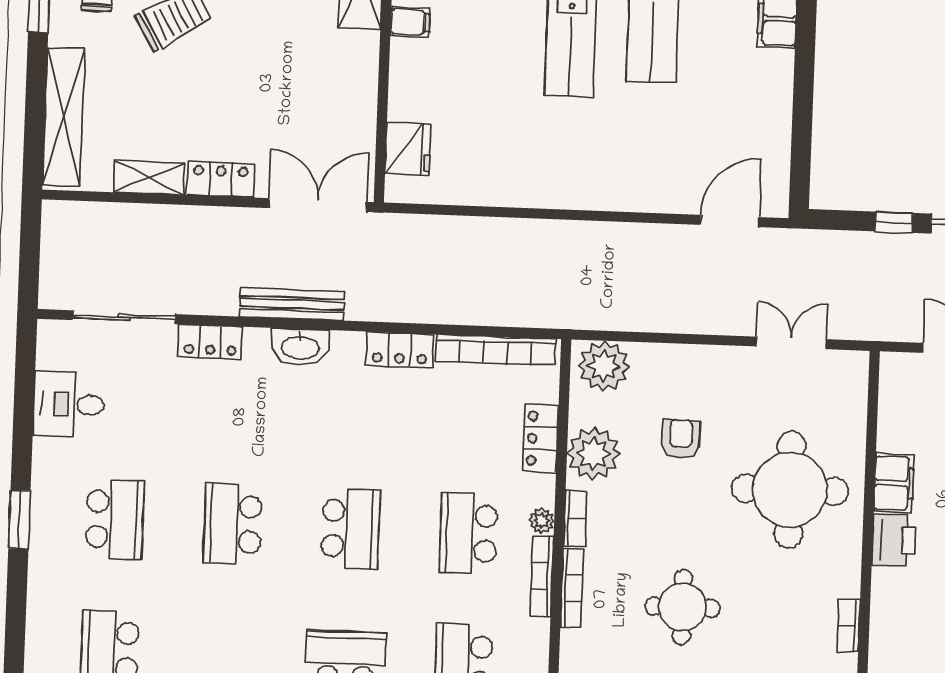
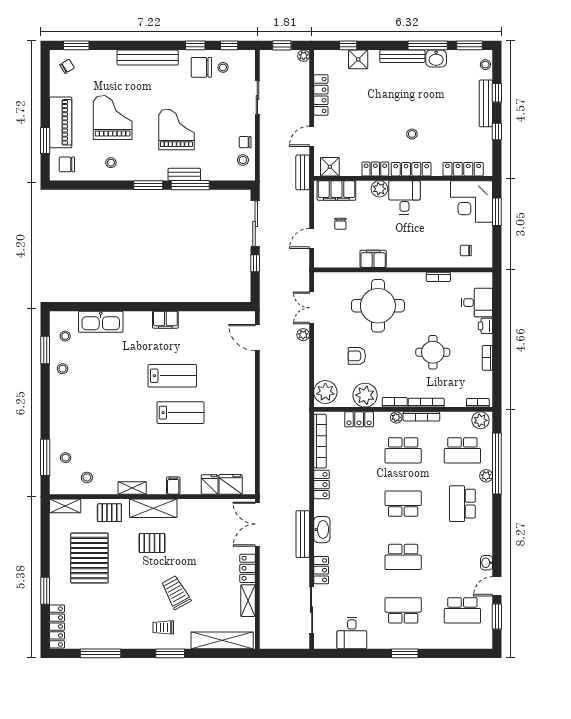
fridge: (409, 103) -> (210, 484), added
plant: (732, 322) -> (303, 335), added
printer: (894, 540) -> (399, 258), removed

